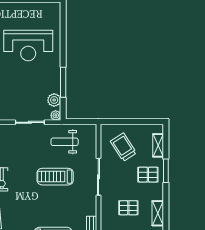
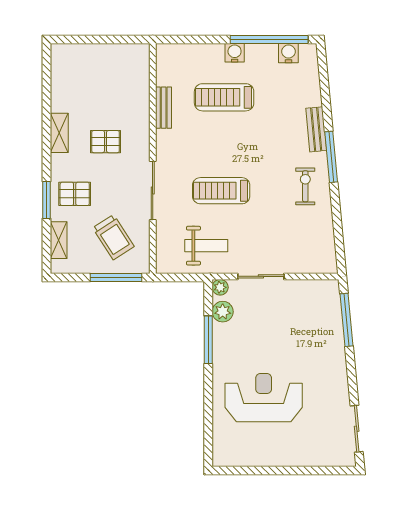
window: (122, 122) -> (116, 277), added
treadmill: (55, 177) -> (221, 191), turned 180

